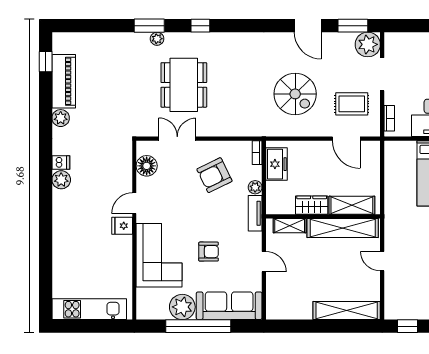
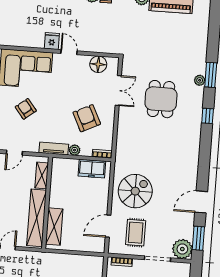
dining table: (184, 85) -> (161, 99), width x0.73
spiral stairs: (295, 94) -> (135, 191), moved, turned 180
wardrobe: (312, 205) -> (57, 194), removed
armchair: (209, 252) -> (26, 109), turned 142

